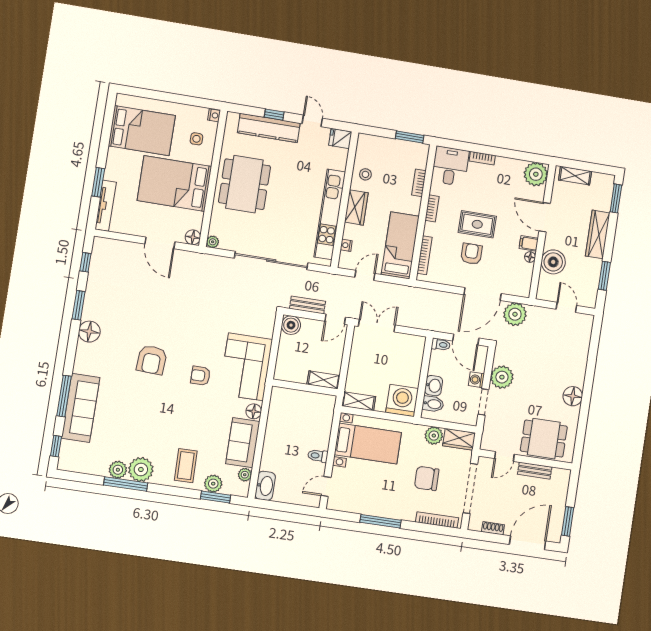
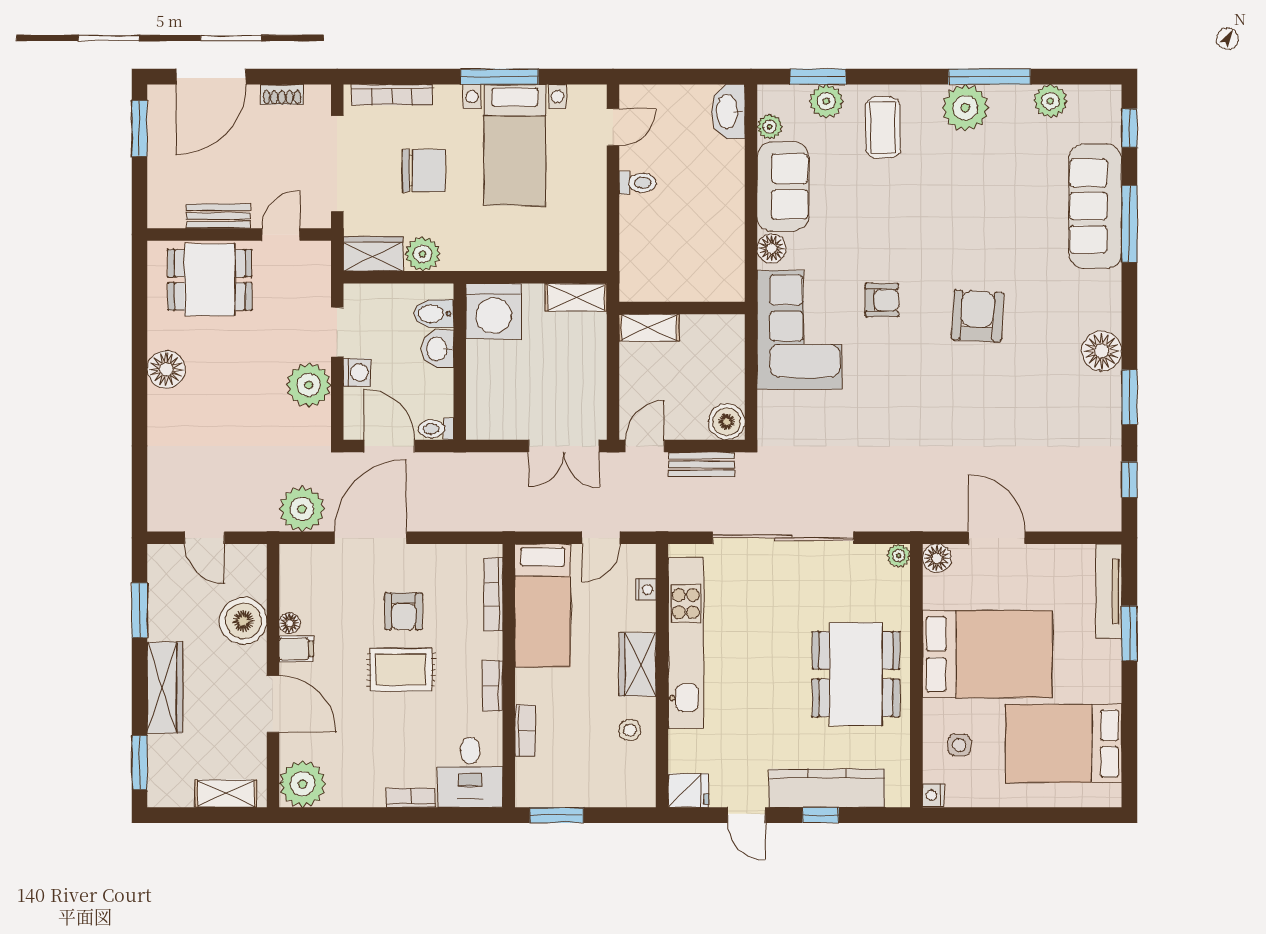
bed with nightstands: (368, 444) -> (515, 145), moved, turned -90
plant: (118, 470) -> (1050, 101), moved

